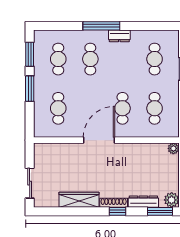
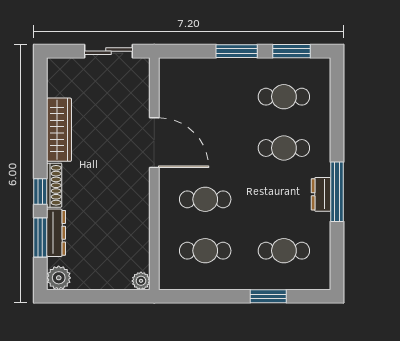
window: (101, 26) -> (337, 192), moved
cafe table: (58, 108) -> (205, 97), removed
door: (99, 140) -> (154, 143), moved
sliding door: (30, 183) -> (108, 51), moved
window: (160, 211) -> (40, 238), moved

